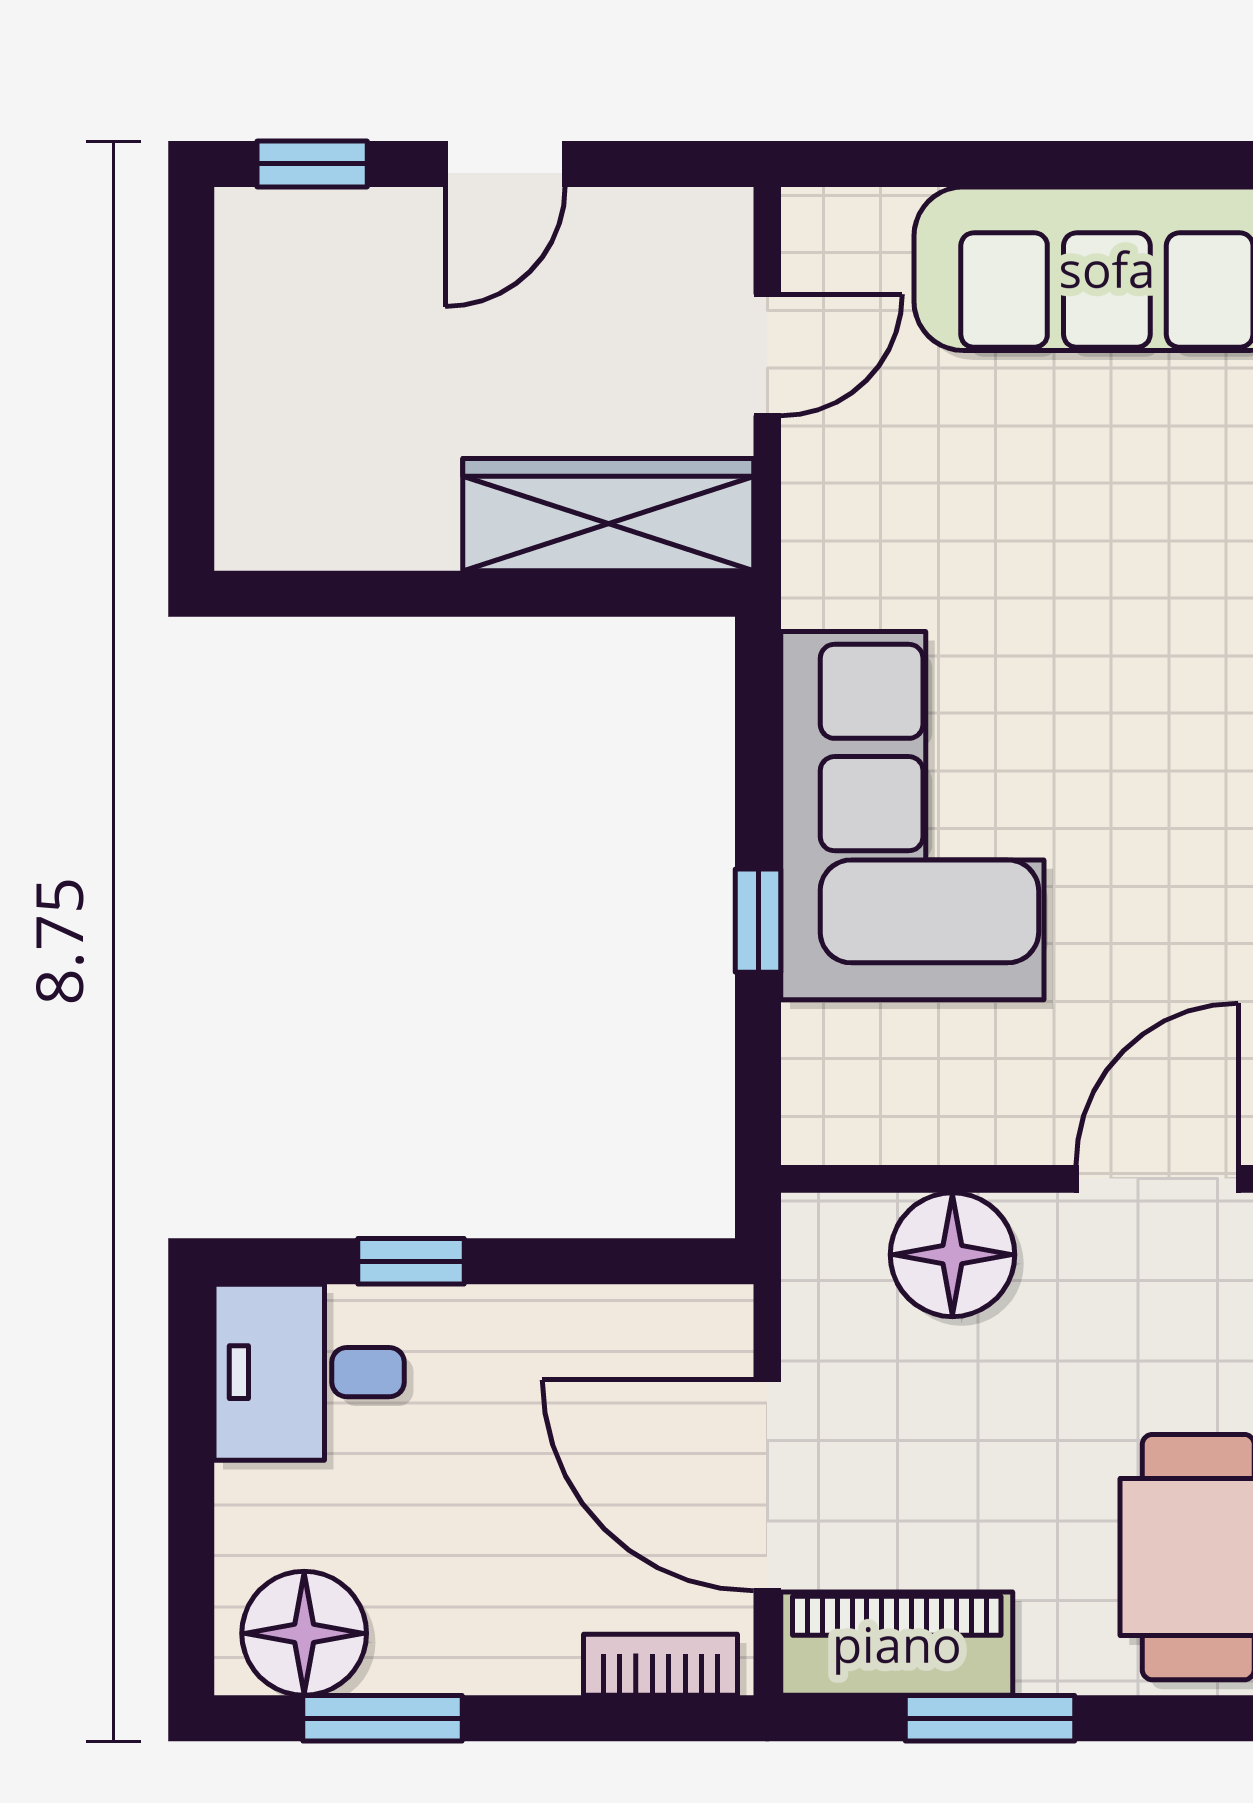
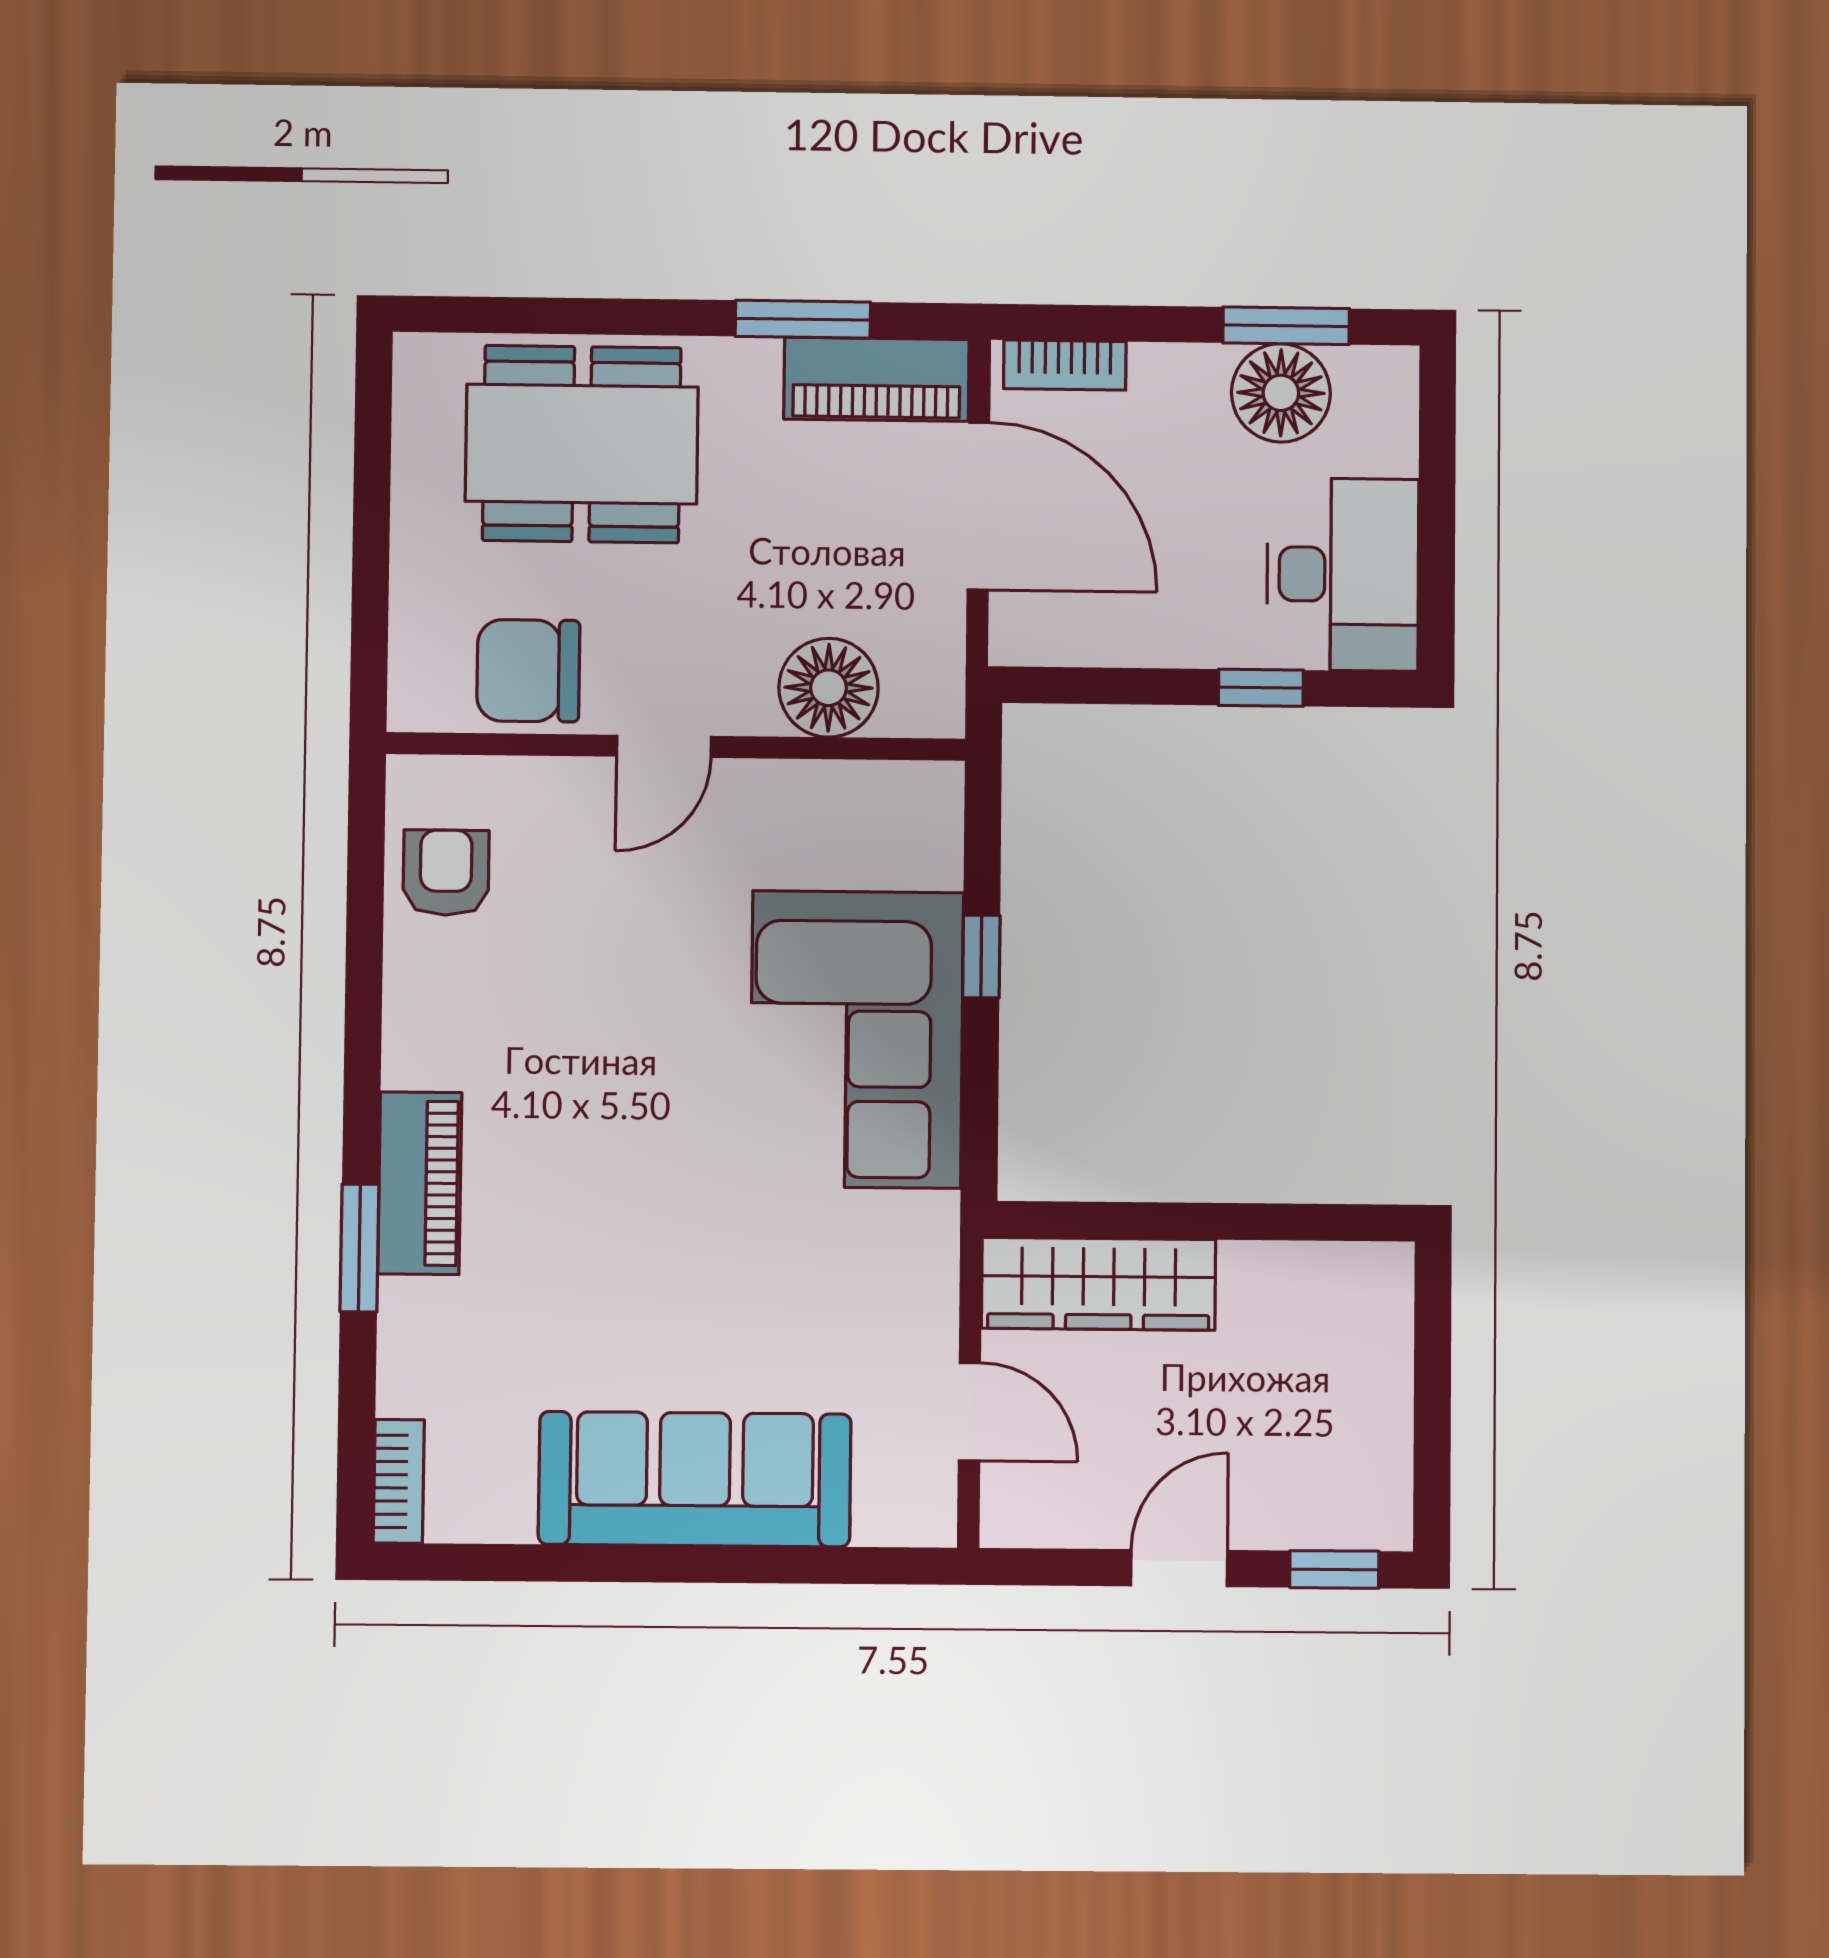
door: (767, 355) -> (969, 1412), swing flipped
door: (1157, 1179) -> (664, 746), width x0.73
desk: (309, 1372) -> (1343, 574), width x1.37
floor lamp: (304, 1633) -> (1281, 393), moved

